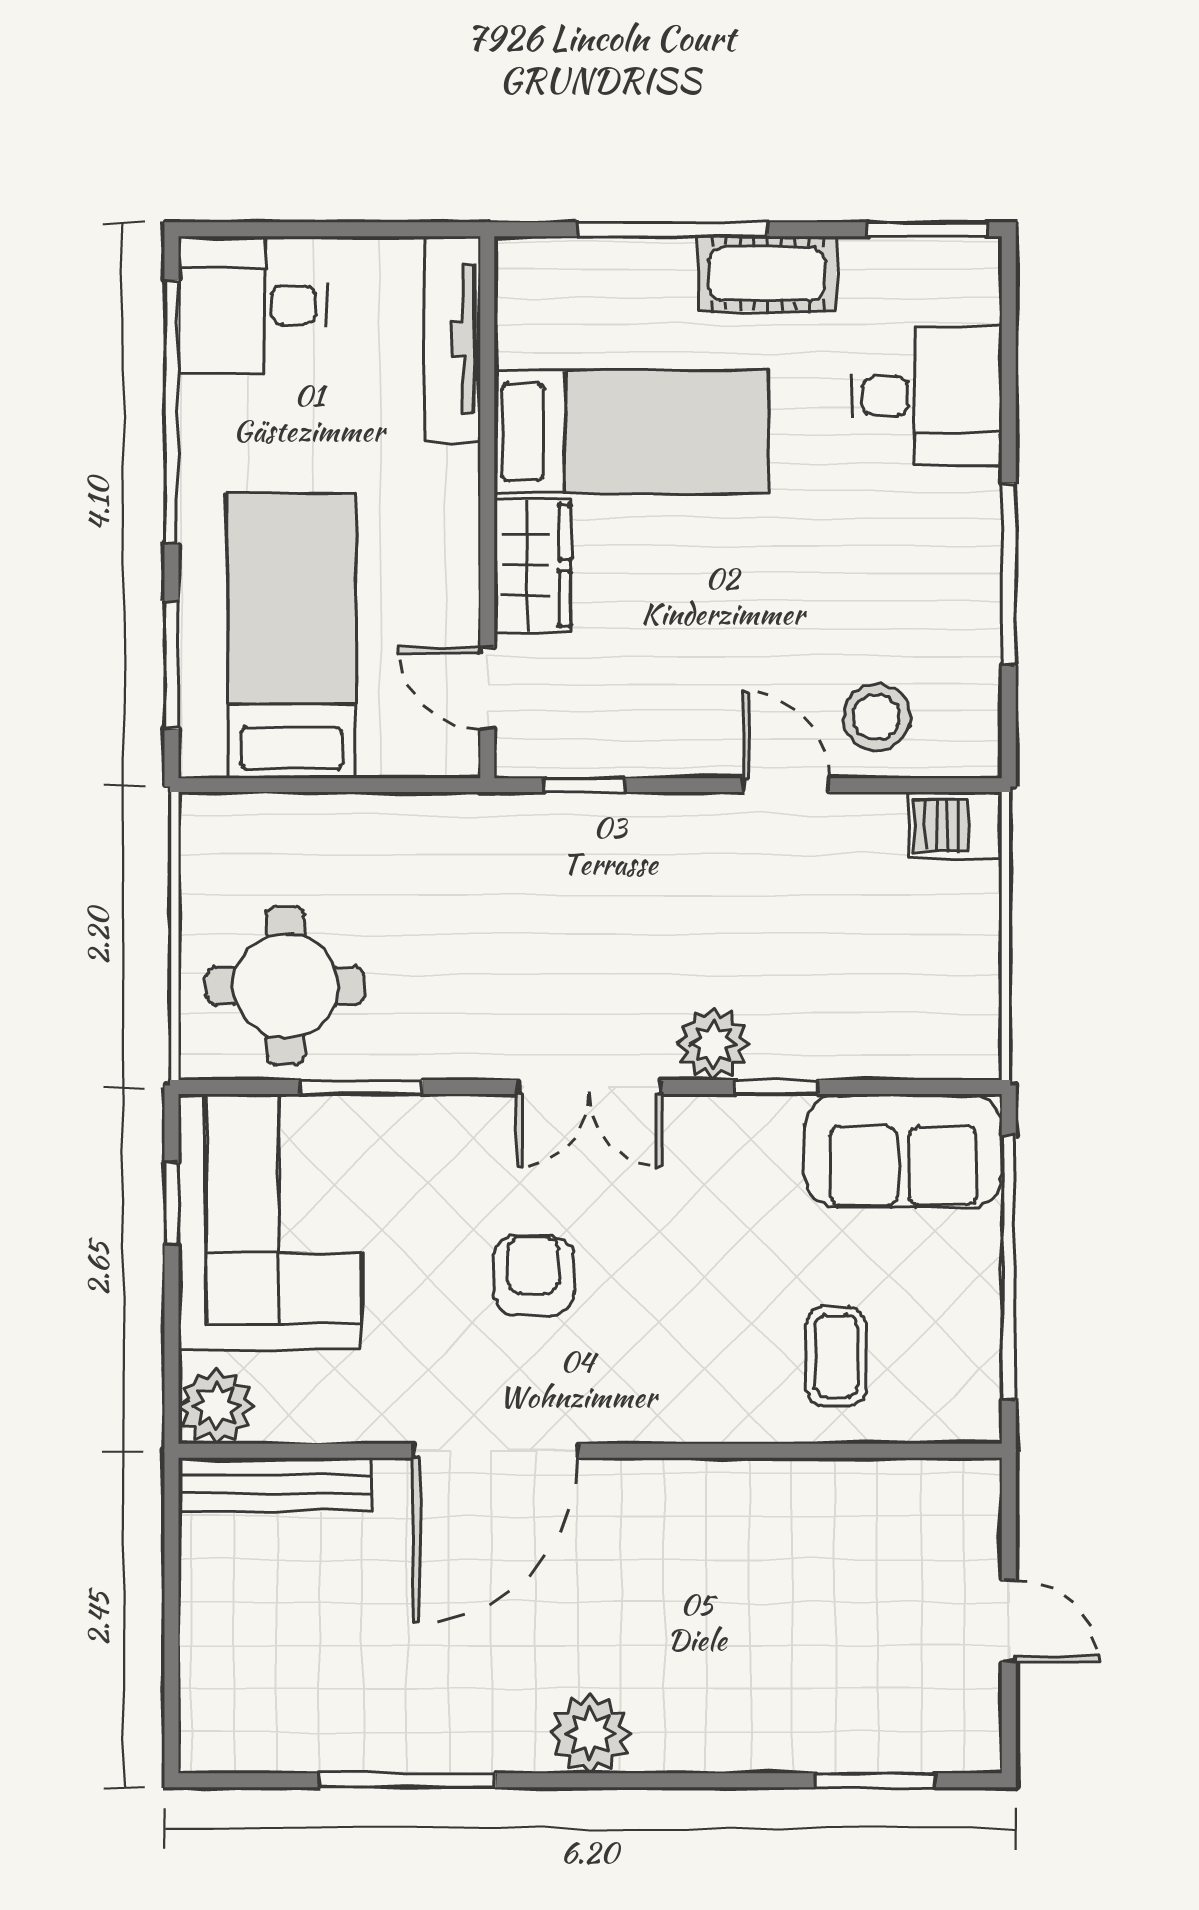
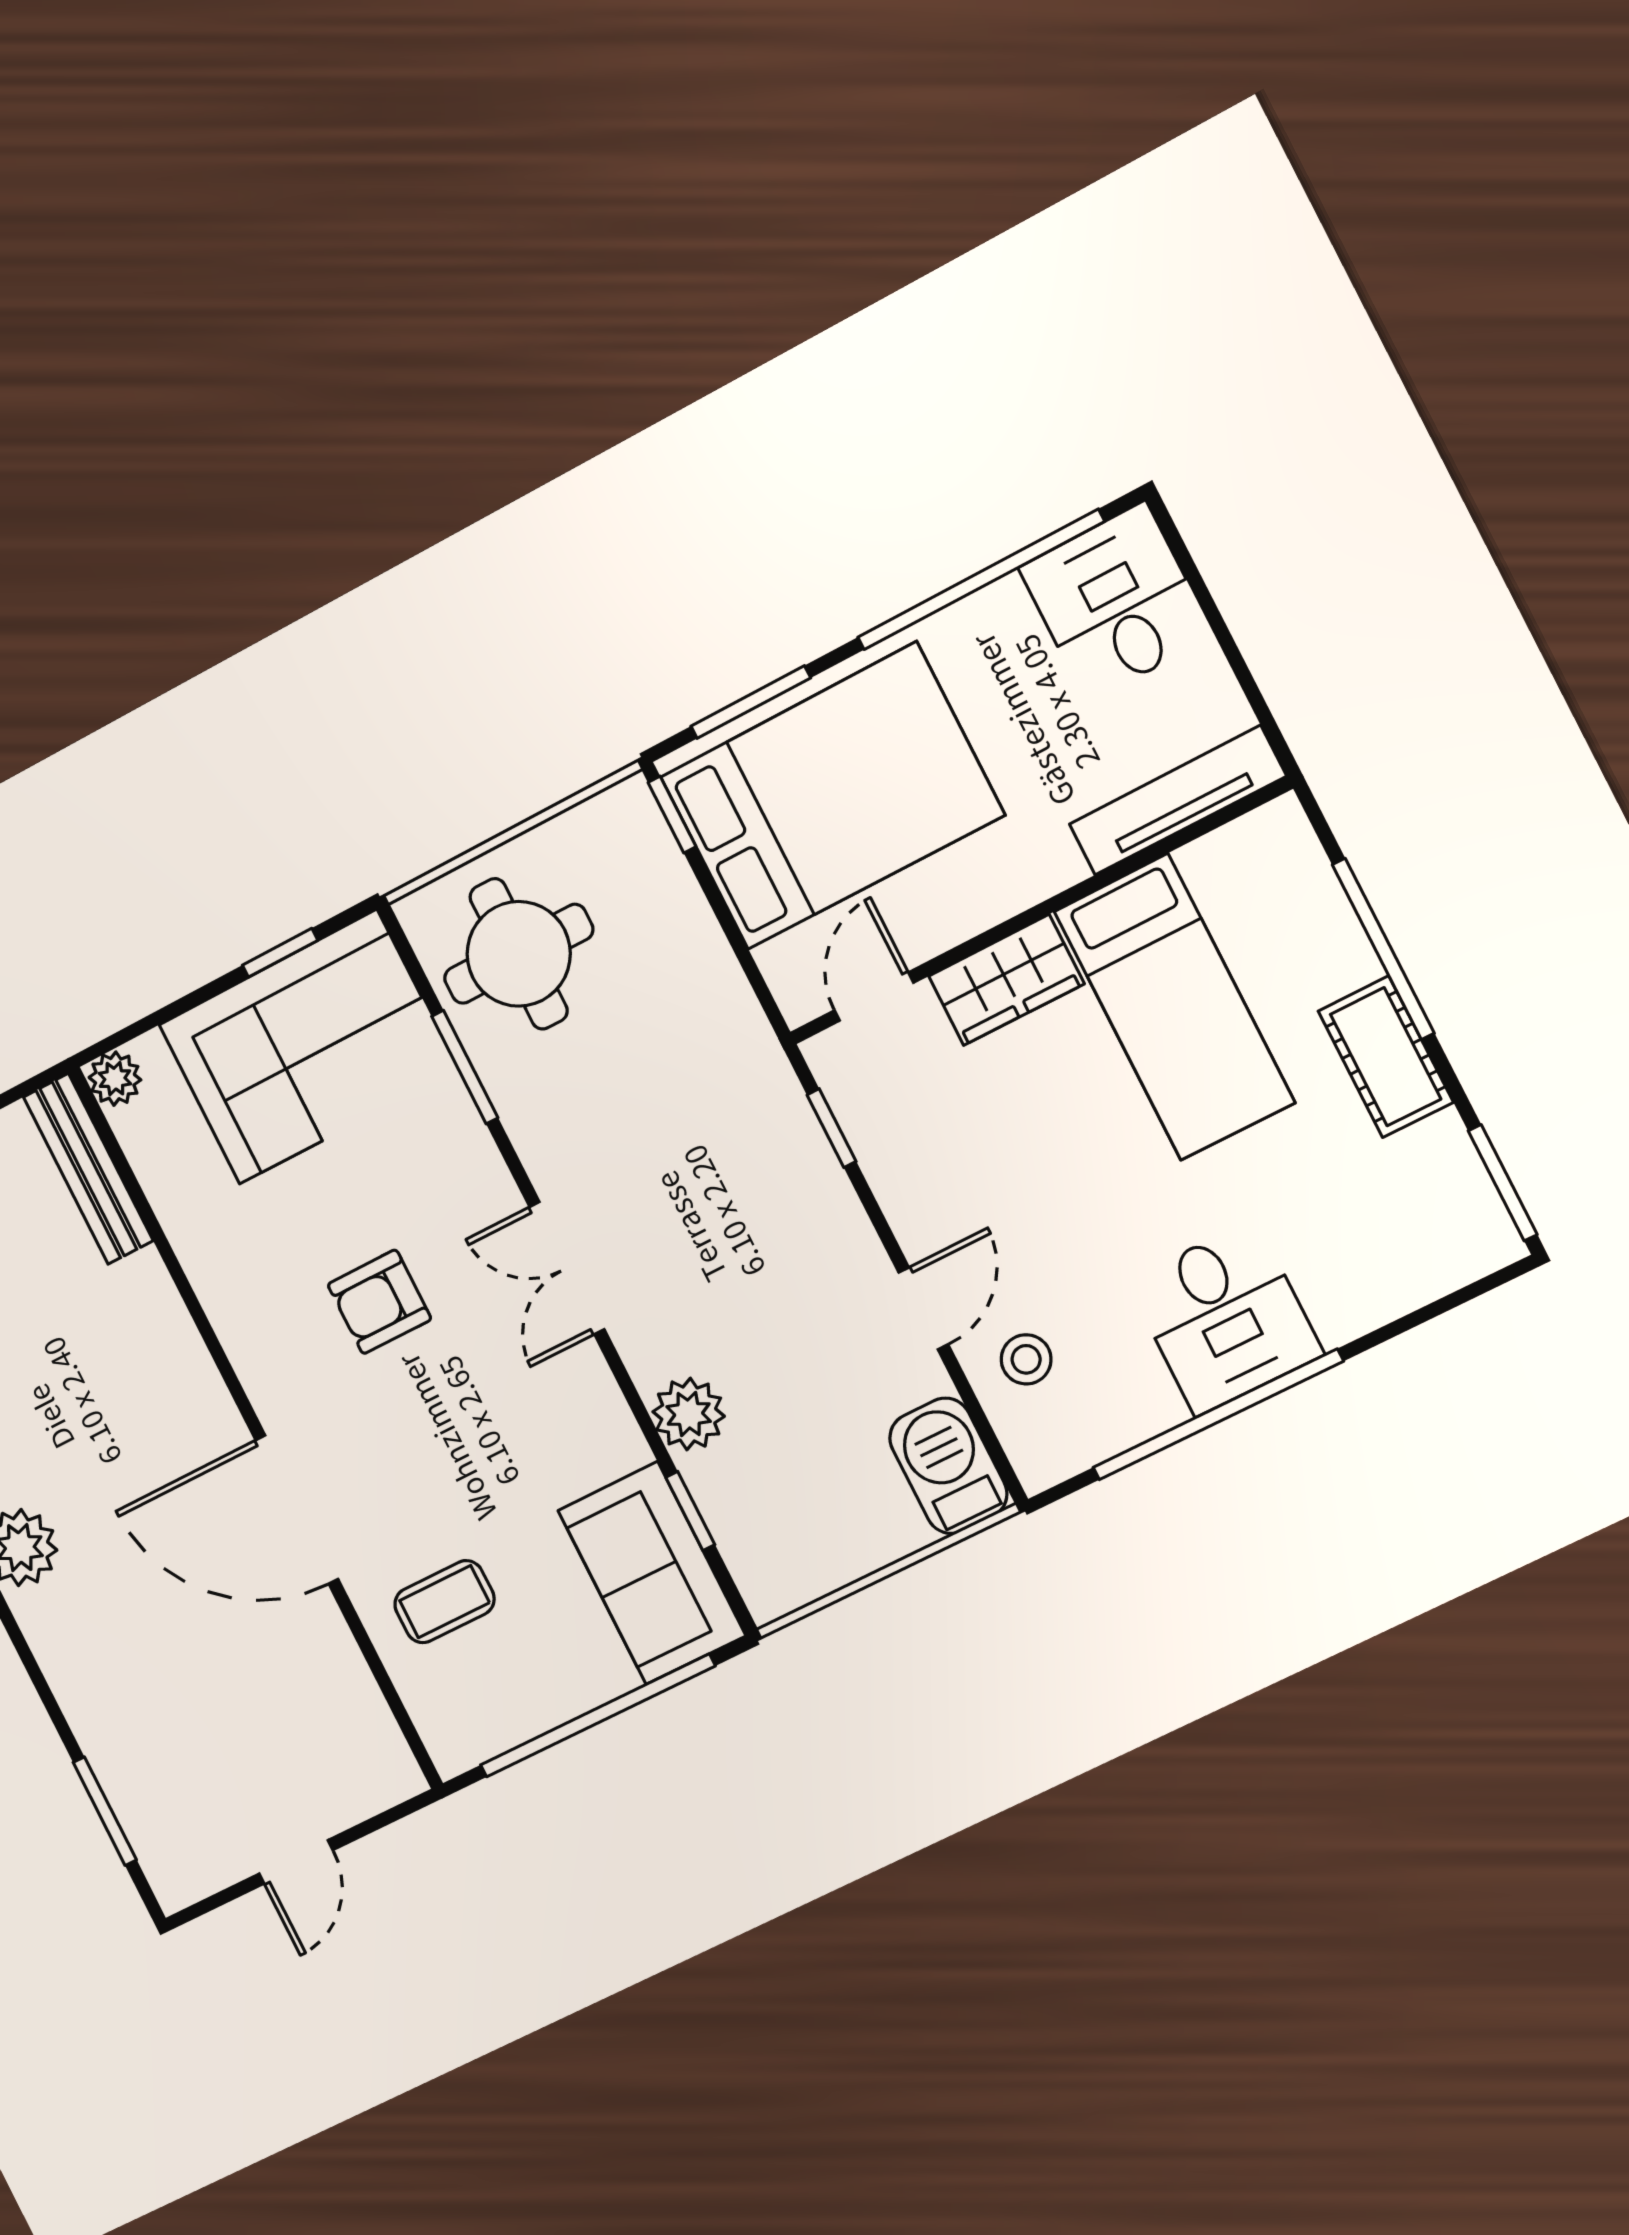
desk: (926, 396) -> (1225, 1318), moved
window: (1009, 574) -> (1218, 1415), width x1.46
bed: (292, 636) -> (832, 796), width x1.50
stool: (877, 717) -> (1026, 1359), width x0.73, depth x0.73
window: (234, 785) -> (672, 815), added
barbecue: (955, 825) -> (948, 1466), width x1.38, depth x1.27
plant: (713, 1044) -> (689, 1414), moved
window: (776, 1087) -> (690, 1511), moved
armchair: (533, 1275) -> (379, 1302), turned 180
plant: (216, 1406) -> (115, 1079), width x0.73, depth x0.73
door: (496, 1451) -> (297, 1510), moved

